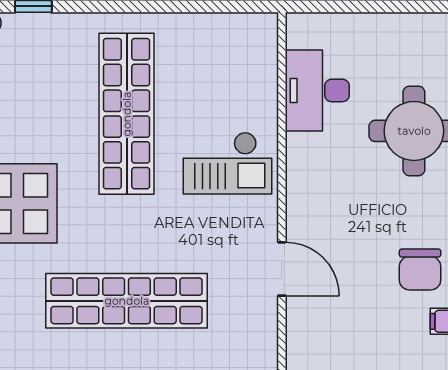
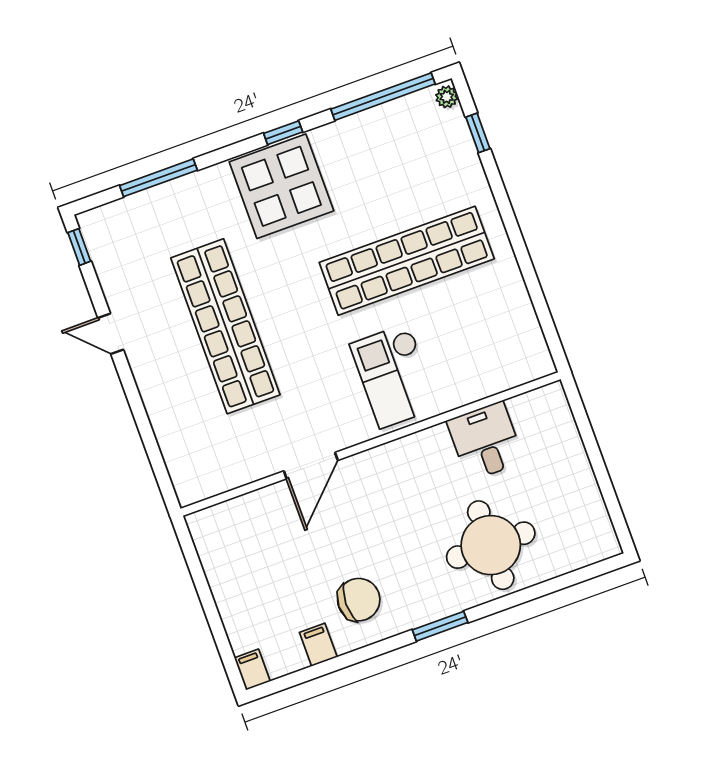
desk: (317, 90) -> (485, 441), width x0.73
chair: (420, 270) -> (359, 600), turned 180

